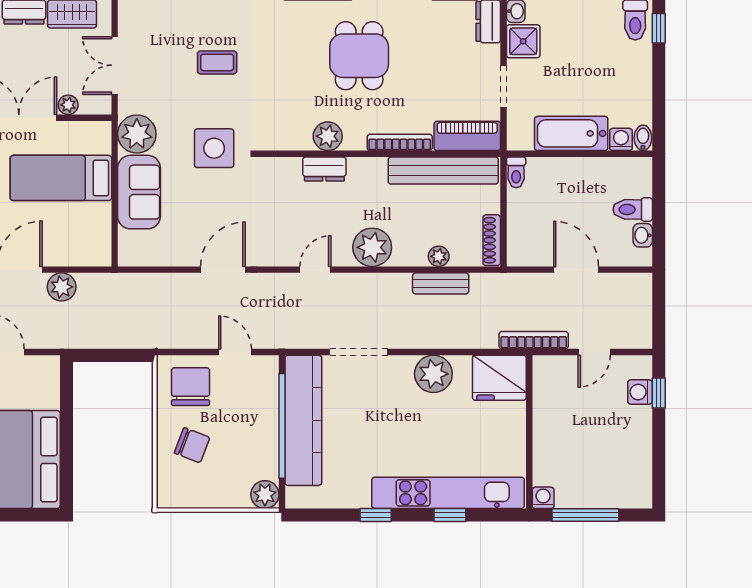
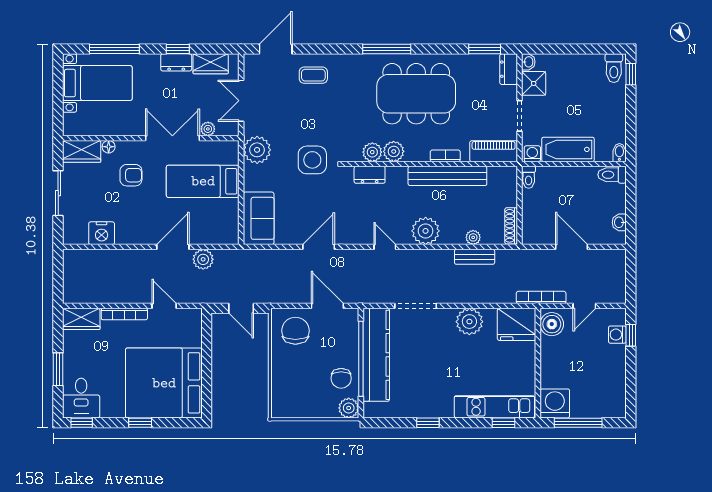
dining table: (359, 56) -> (416, 94), width x1.87, depth x1.24
coffee table: (217, 62) -> (313, 75), moved
plant: (298, 137) -> (372, 152), added
washing machine: (621, 139) -> (532, 154), moved
bookcase: (400, 142) -> (445, 156), width x0.64
dresser: (324, 169) -> (370, 175), moved
bench: (443, 171) -> (447, 176), moved
sofa: (139, 192) -> (259, 218), moved
toilet: (633, 209) -> (612, 175), moved
door: (315, 270) -> (385, 247), hinge flipped
door: (235, 352) -> (327, 306), width x1.38
door: (115, 355) -> (241, 308), added
boiler: (549, 377) -> (552, 324), added
chair: (192, 445) -> (341, 378), moved, turned 69
kitchen unit: (448, 493) -> (494, 407), width x0.73
washing machine: (543, 498) -> (555, 403), width x1.89, depth x1.89
window: (450, 515) -> (503, 423), moved

